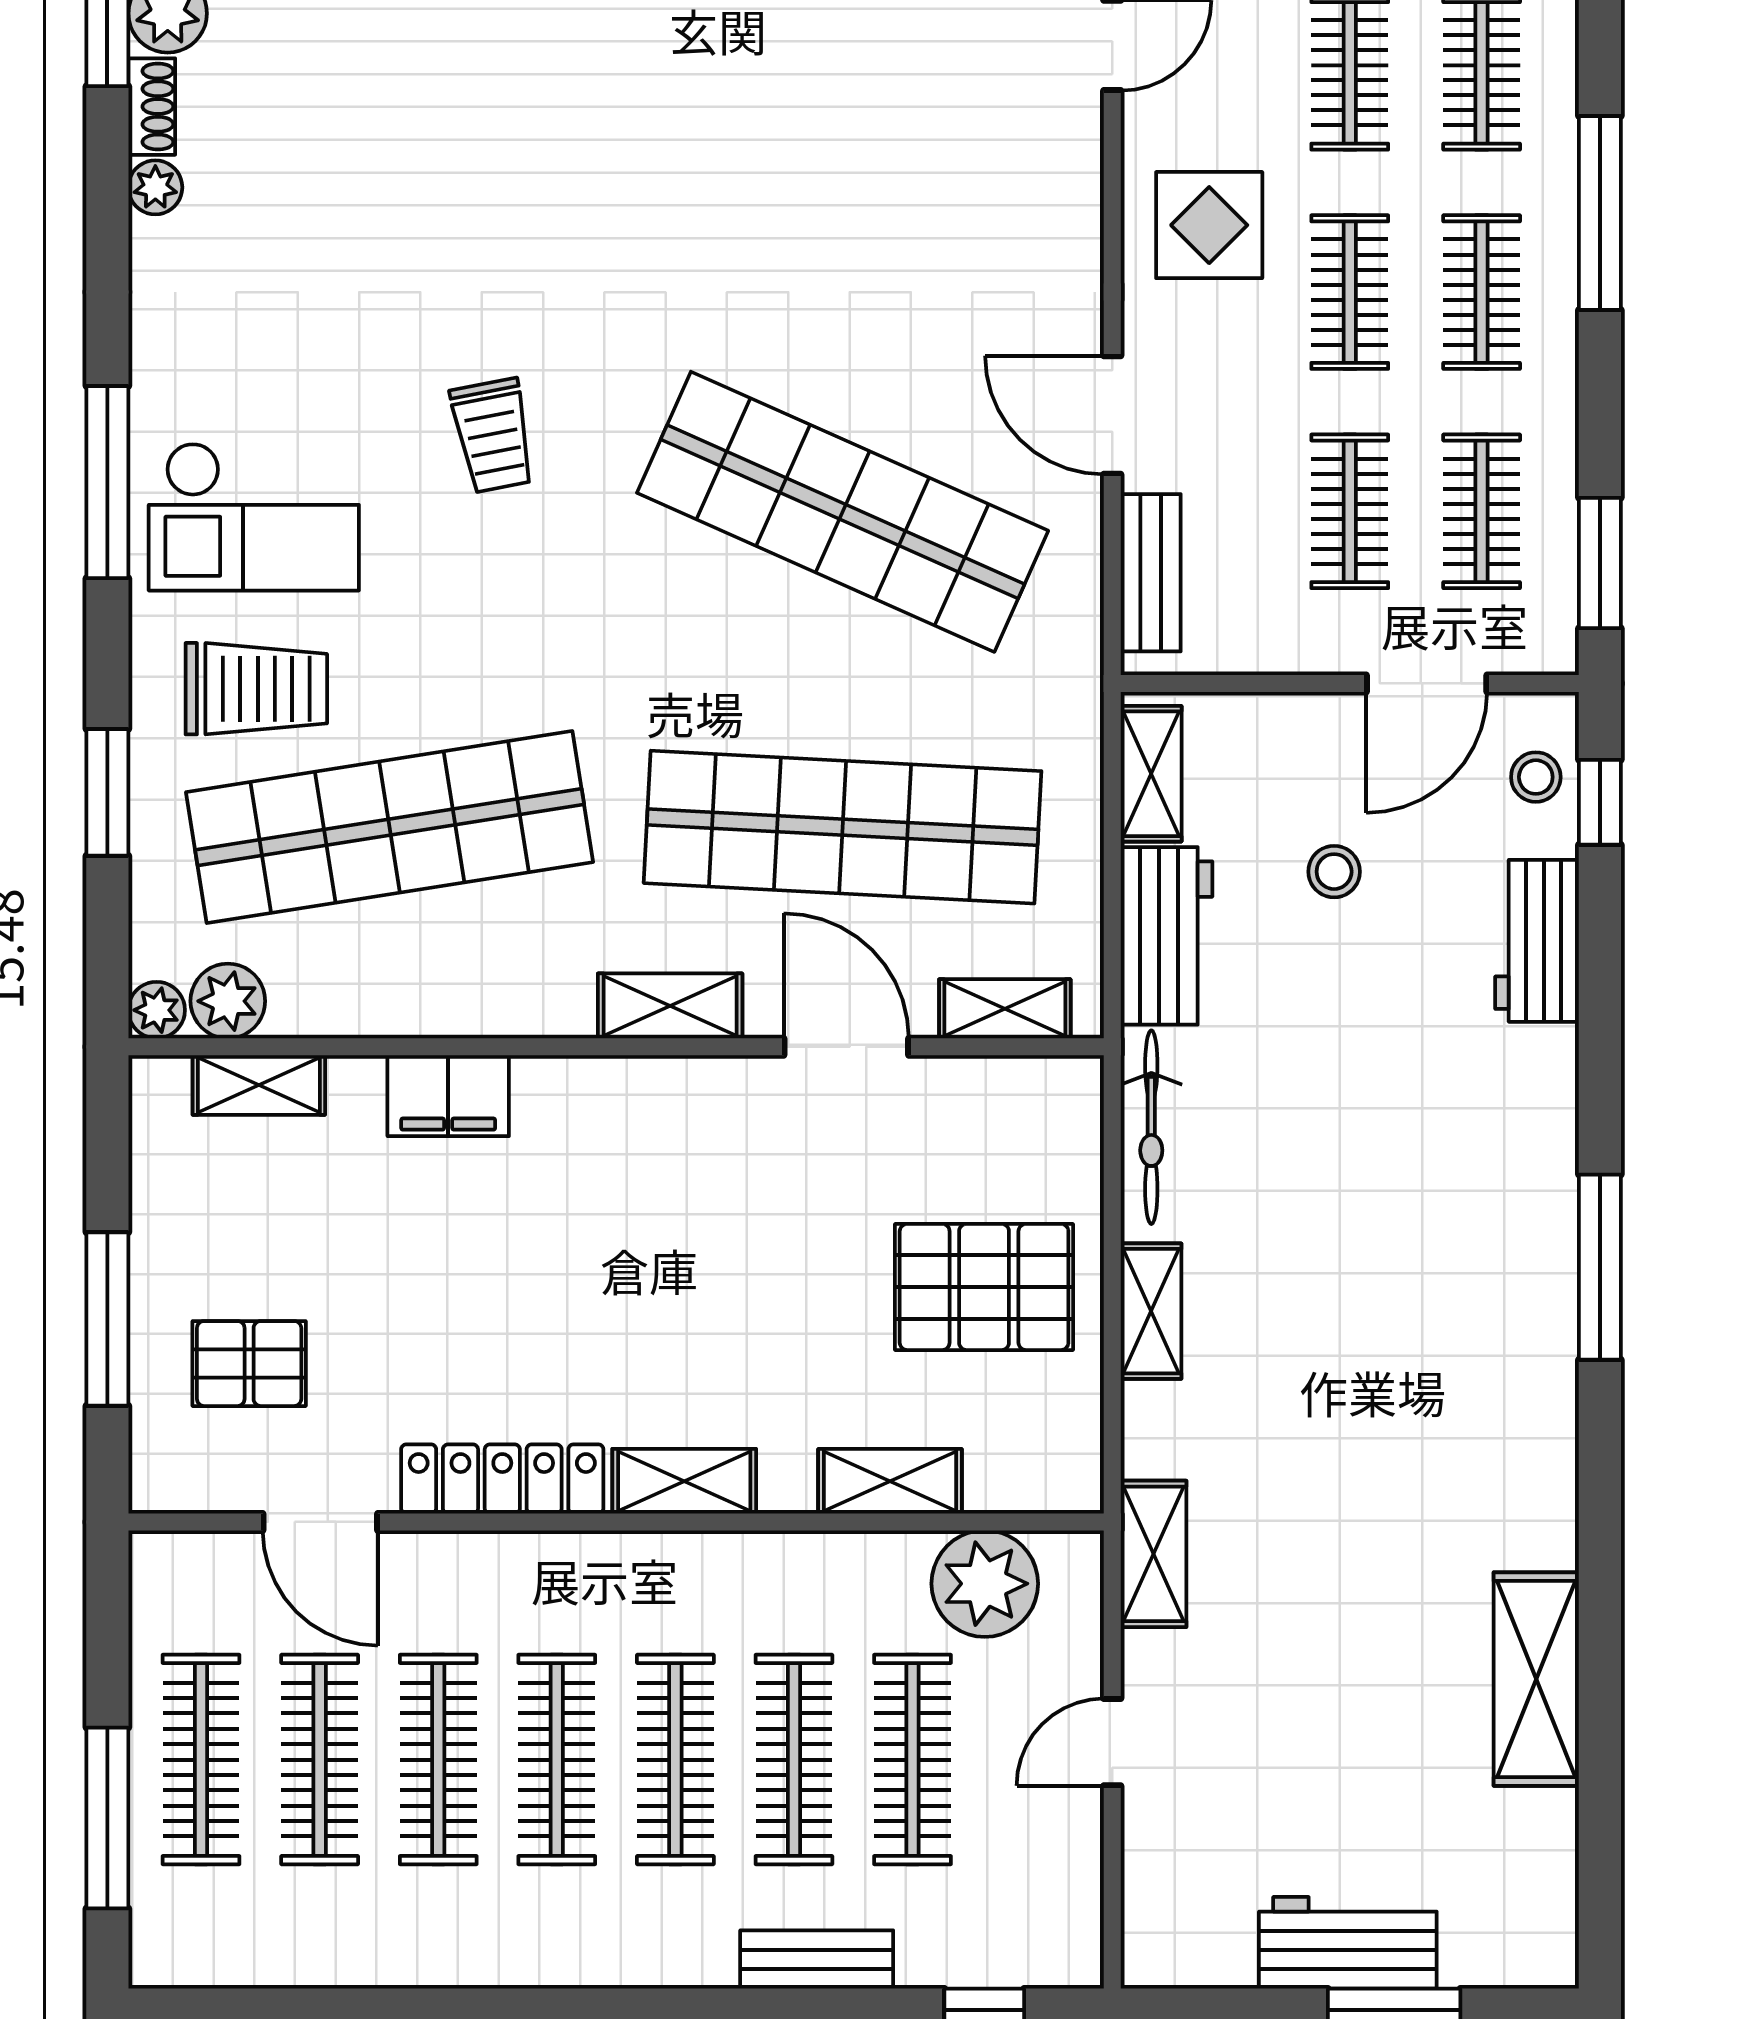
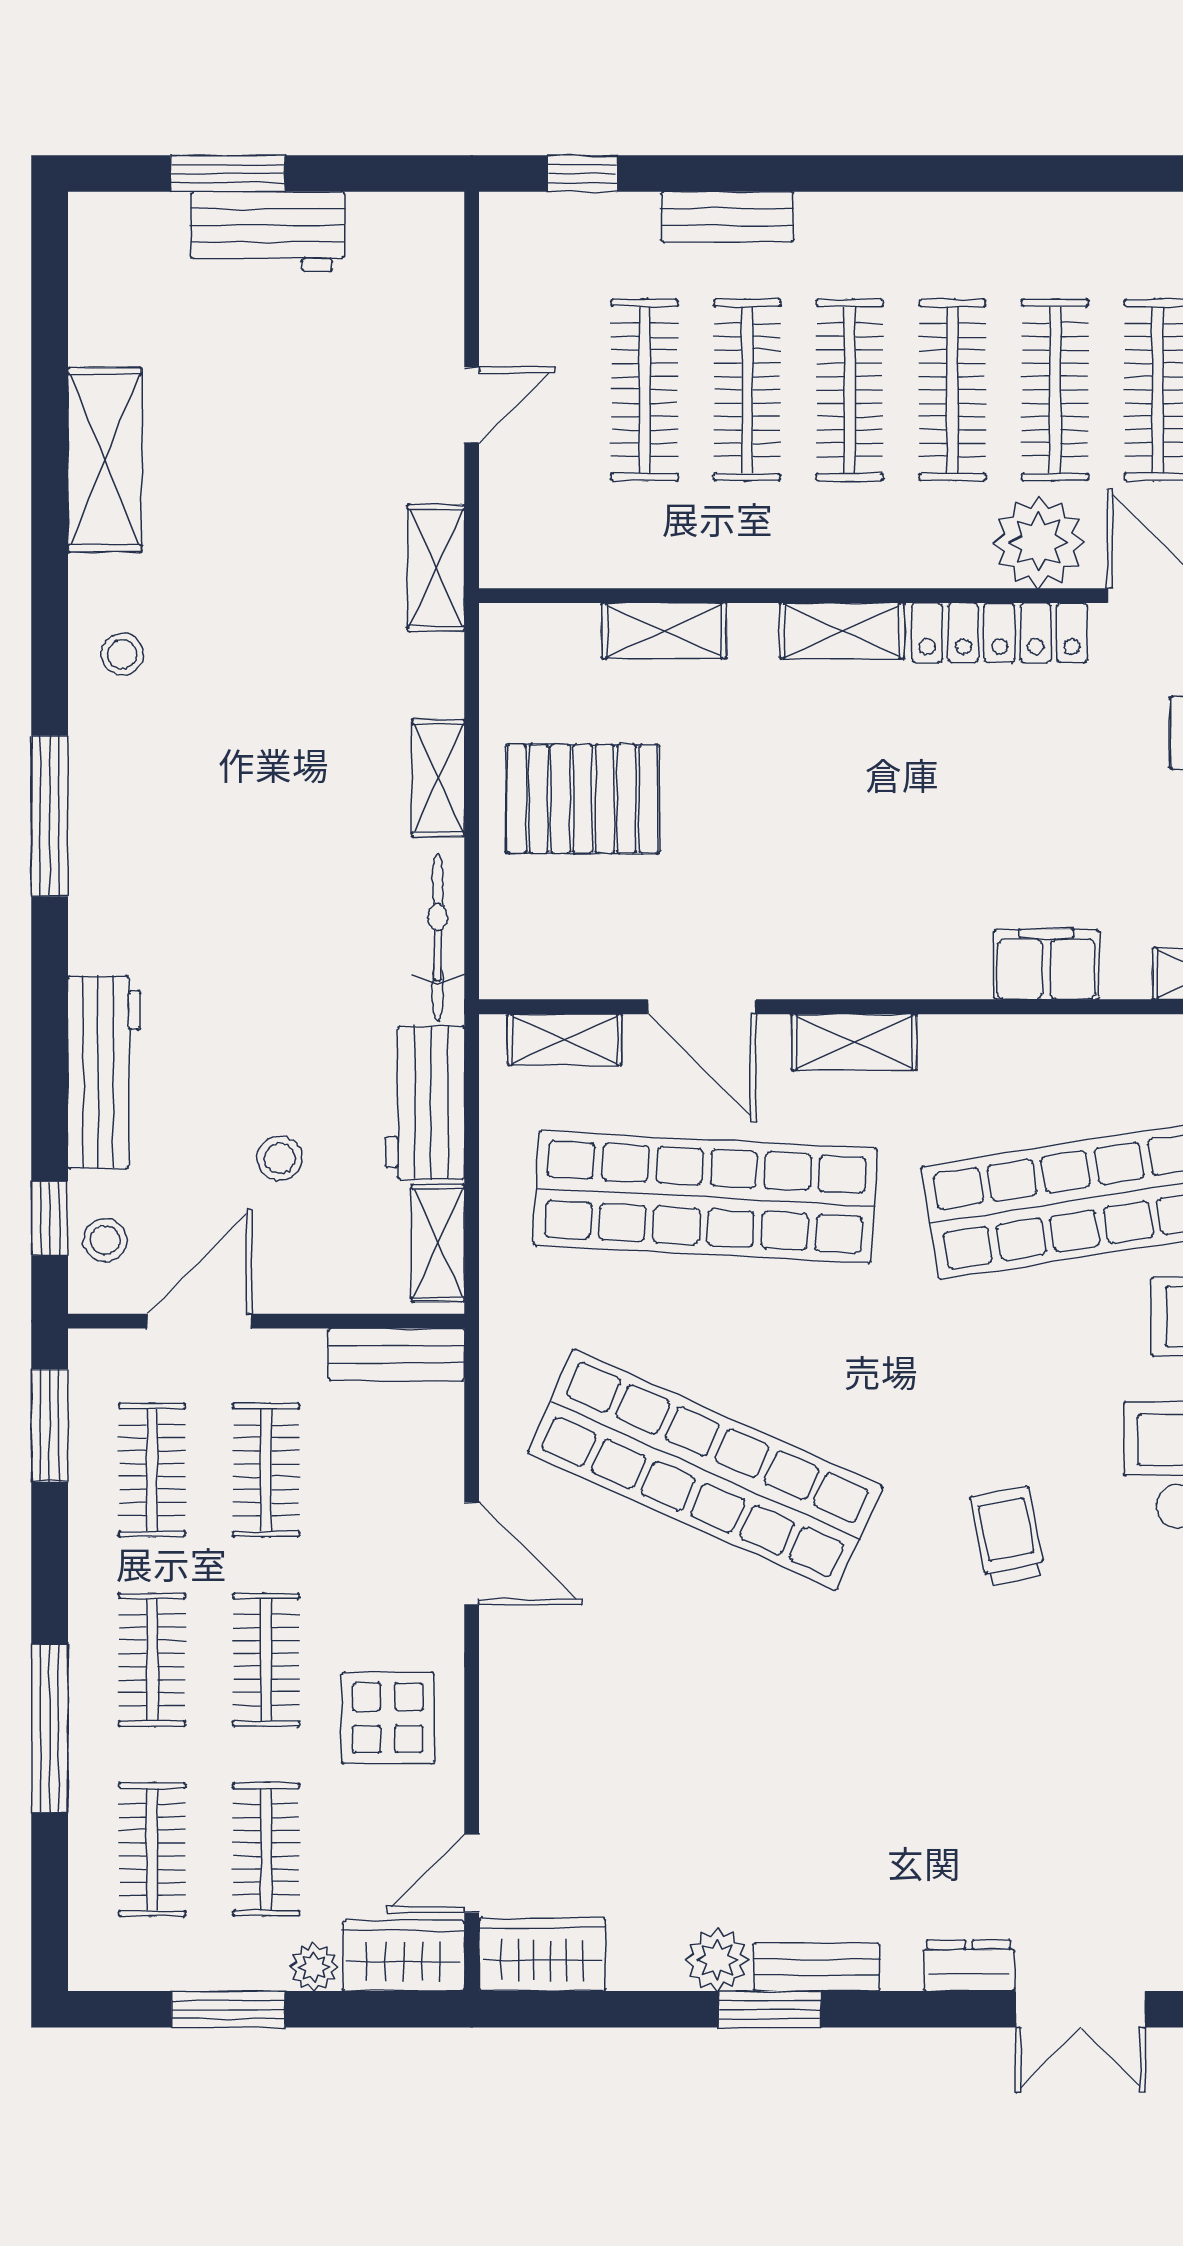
bench: (1151, 573) -> (396, 1354), moved, turned 90
workbench: (1537, 941) -> (104, 1072), width x1.37
stool: (1516, 1454) -> (122, 654), added
plant: (985, 1584) -> (1039, 542), moved

